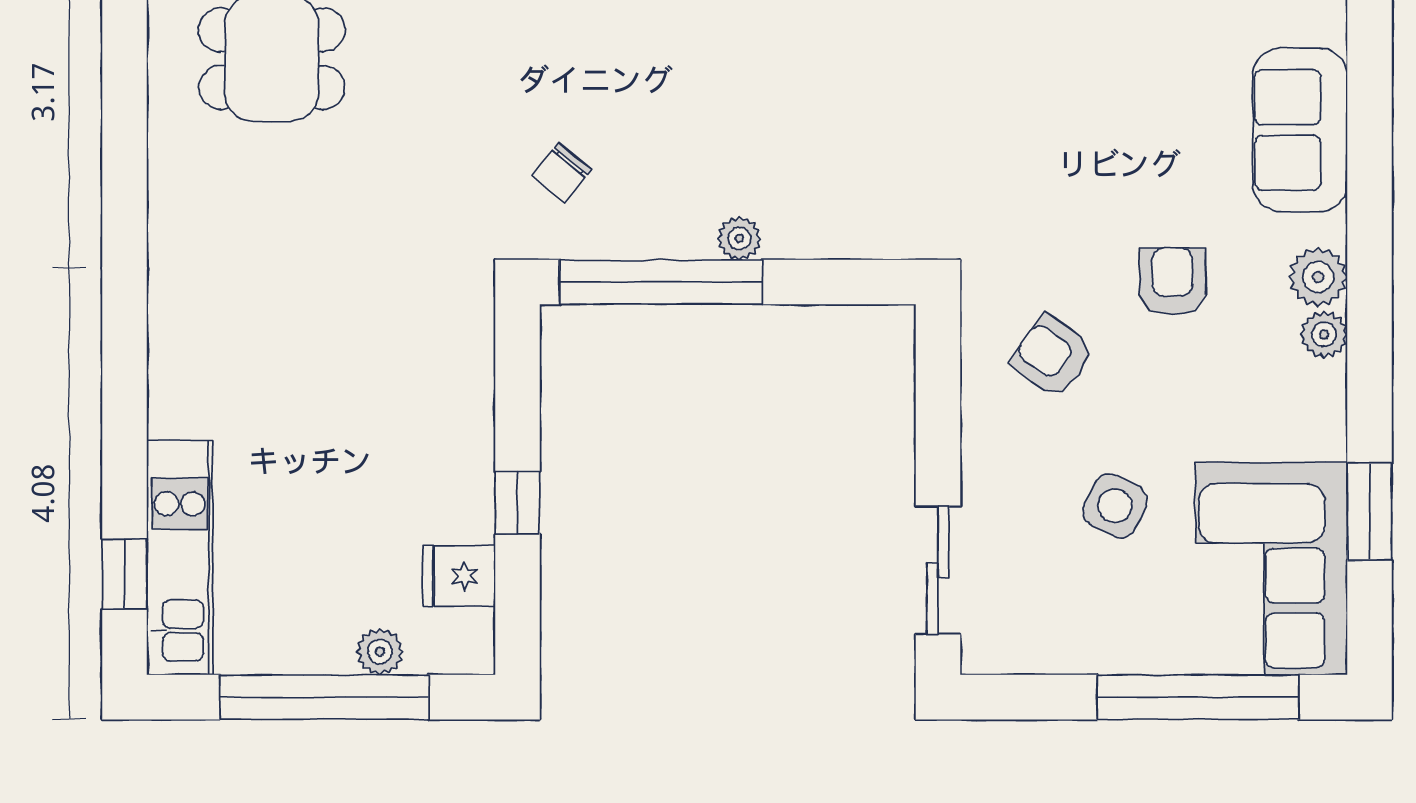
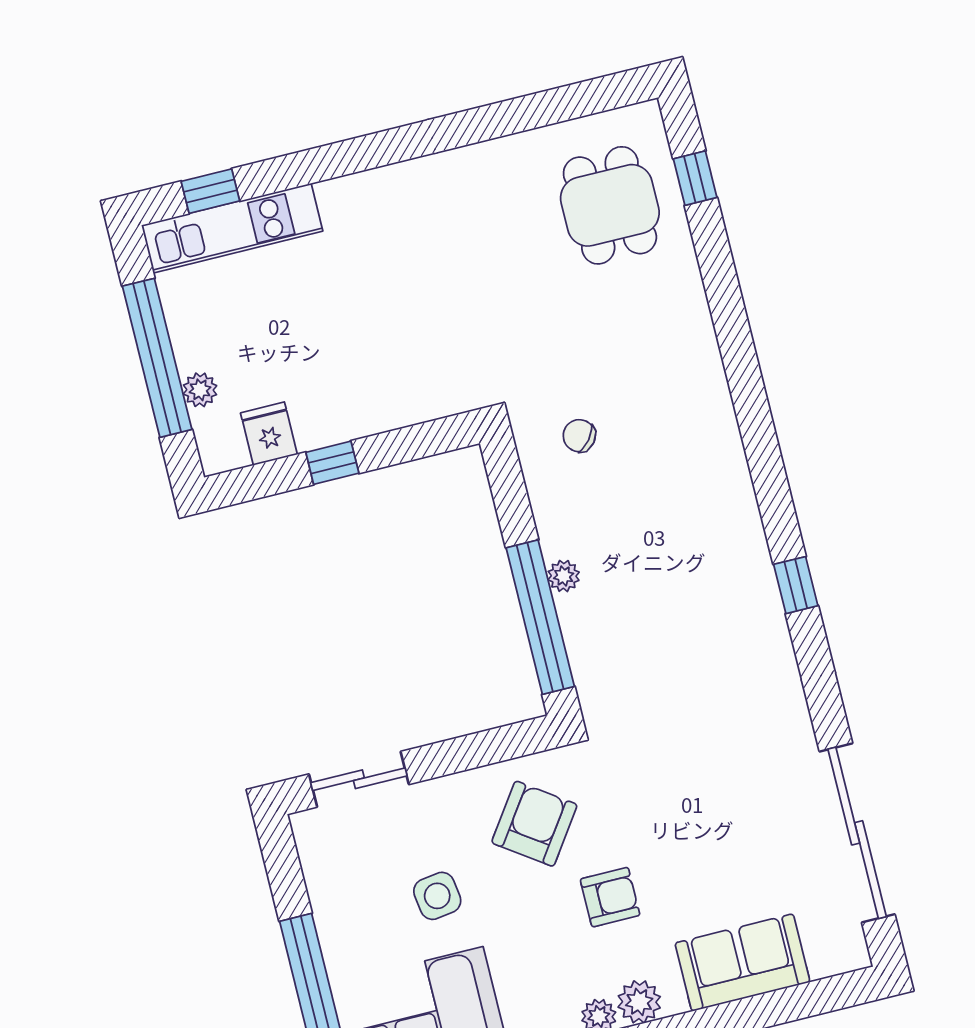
window: (661, 282) -> (540, 617), moved
armchair: (1052, 356) -> (534, 824), width x1.38, depth x1.38
side table: (1115, 506) -> (437, 896), turned -35

